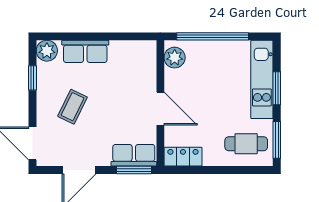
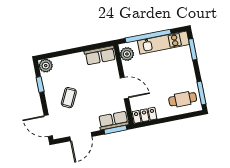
row of seats: (85, 51) -> (100, 55), moved
kitchen unit: (262, 79) -> (163, 43), moved, turned -90
window: (277, 88) -> (193, 49), moved

